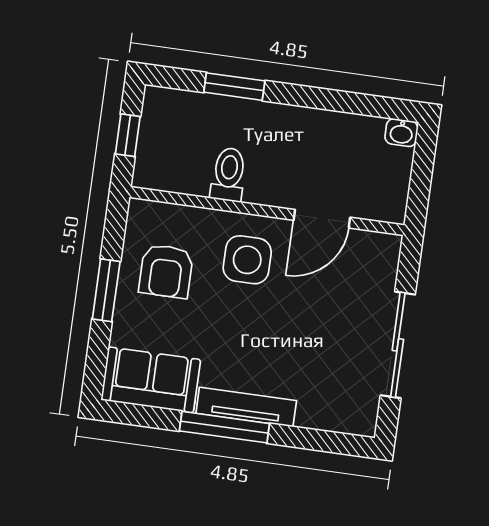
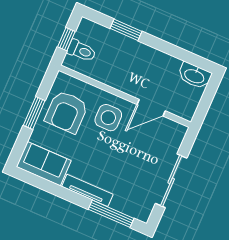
washbasin: (401, 133) -> (194, 76), width x1.91, depth x1.45
toilet: (229, 174) -> (82, 51), moved, turned 90
armchair: (166, 271) -> (66, 112), width x1.36, depth x1.36
window: (224, 427) -> (111, 214), moved

